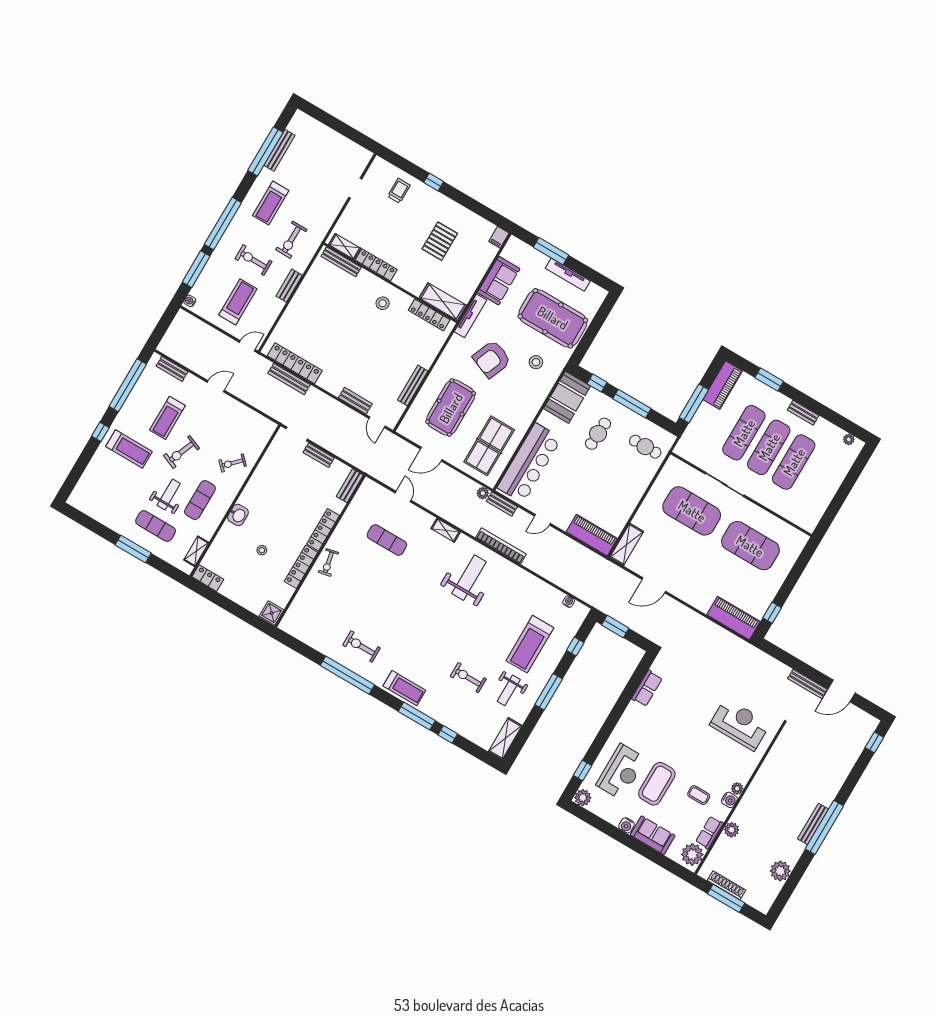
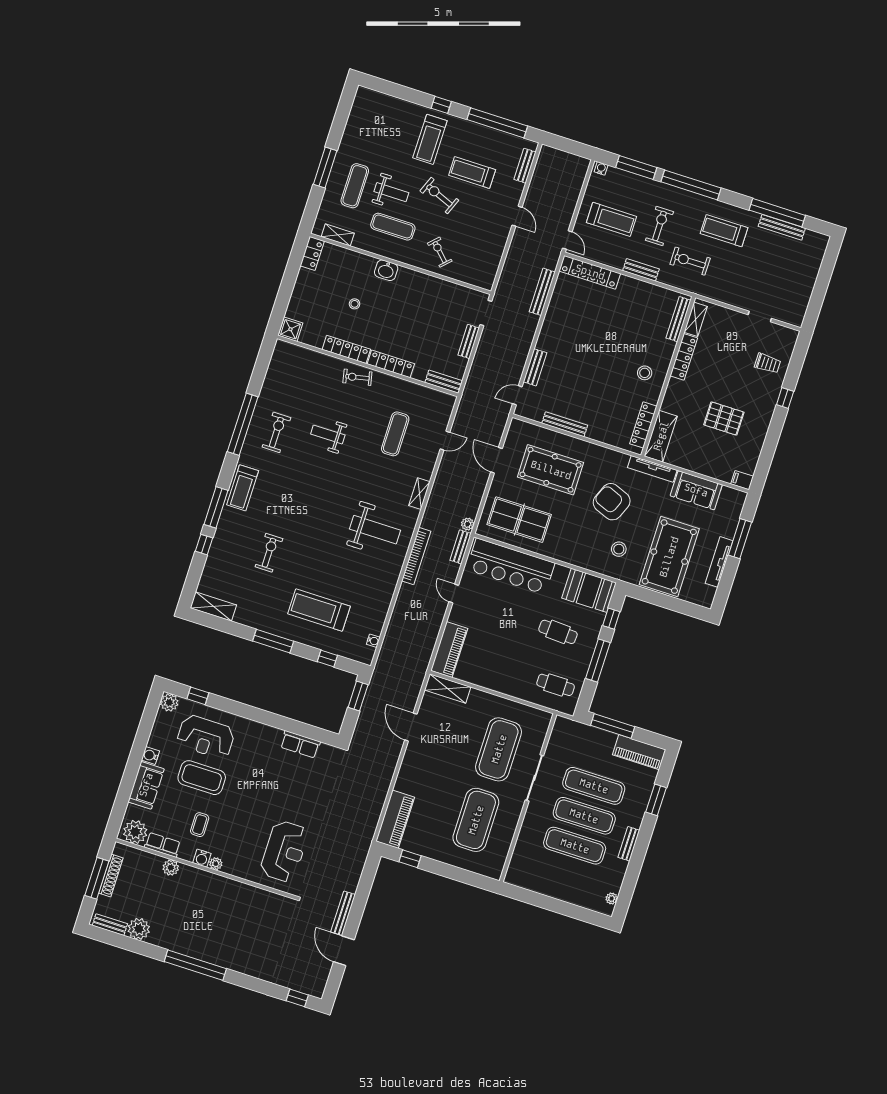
locker: (295, 363) -> (590, 272), moved, turned 90
cafe table: (645, 447) -> (556, 685), turned 90
weight bench: (509, 690) -> (328, 435), moved
bench: (813, 824) -> (110, 925), moved, width x0.73

